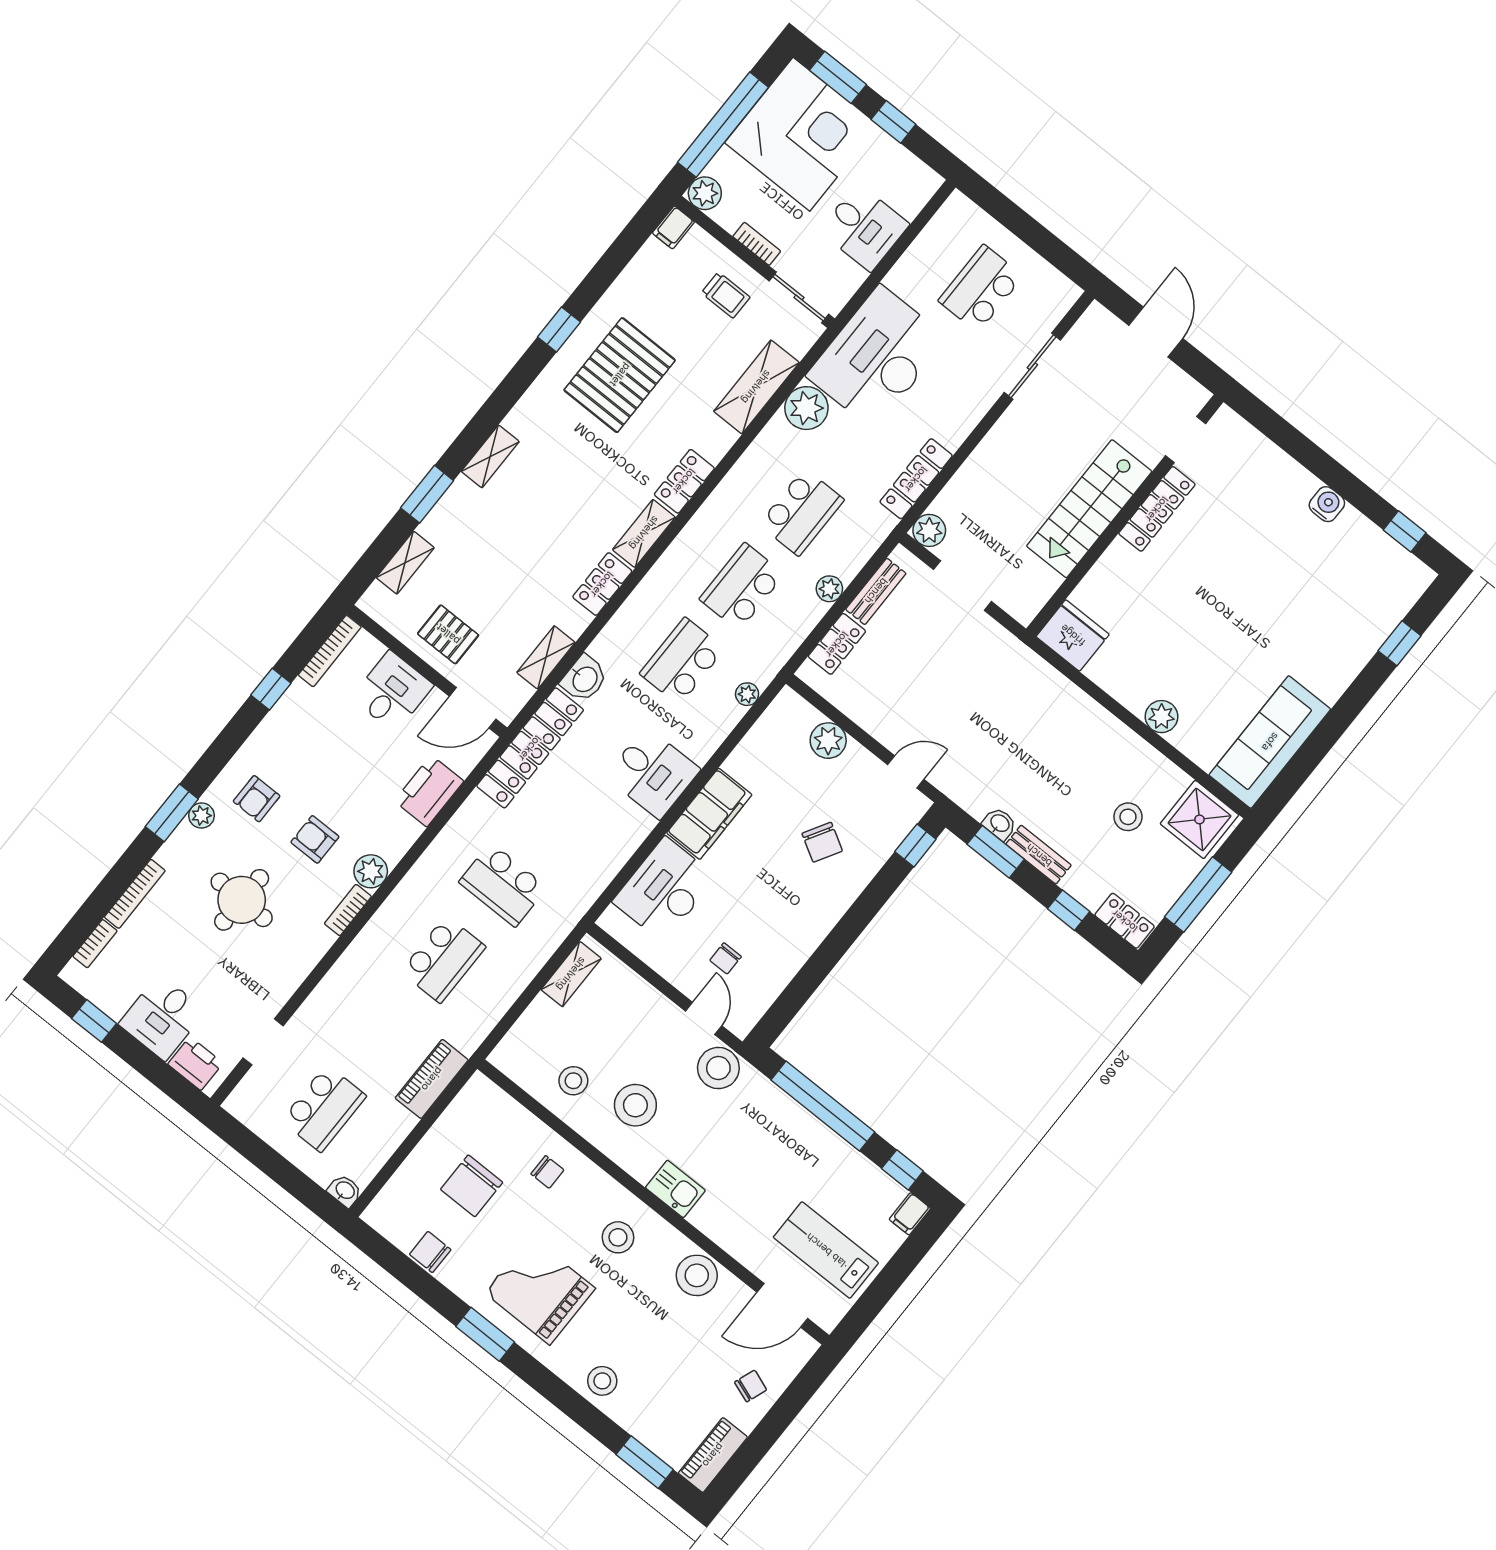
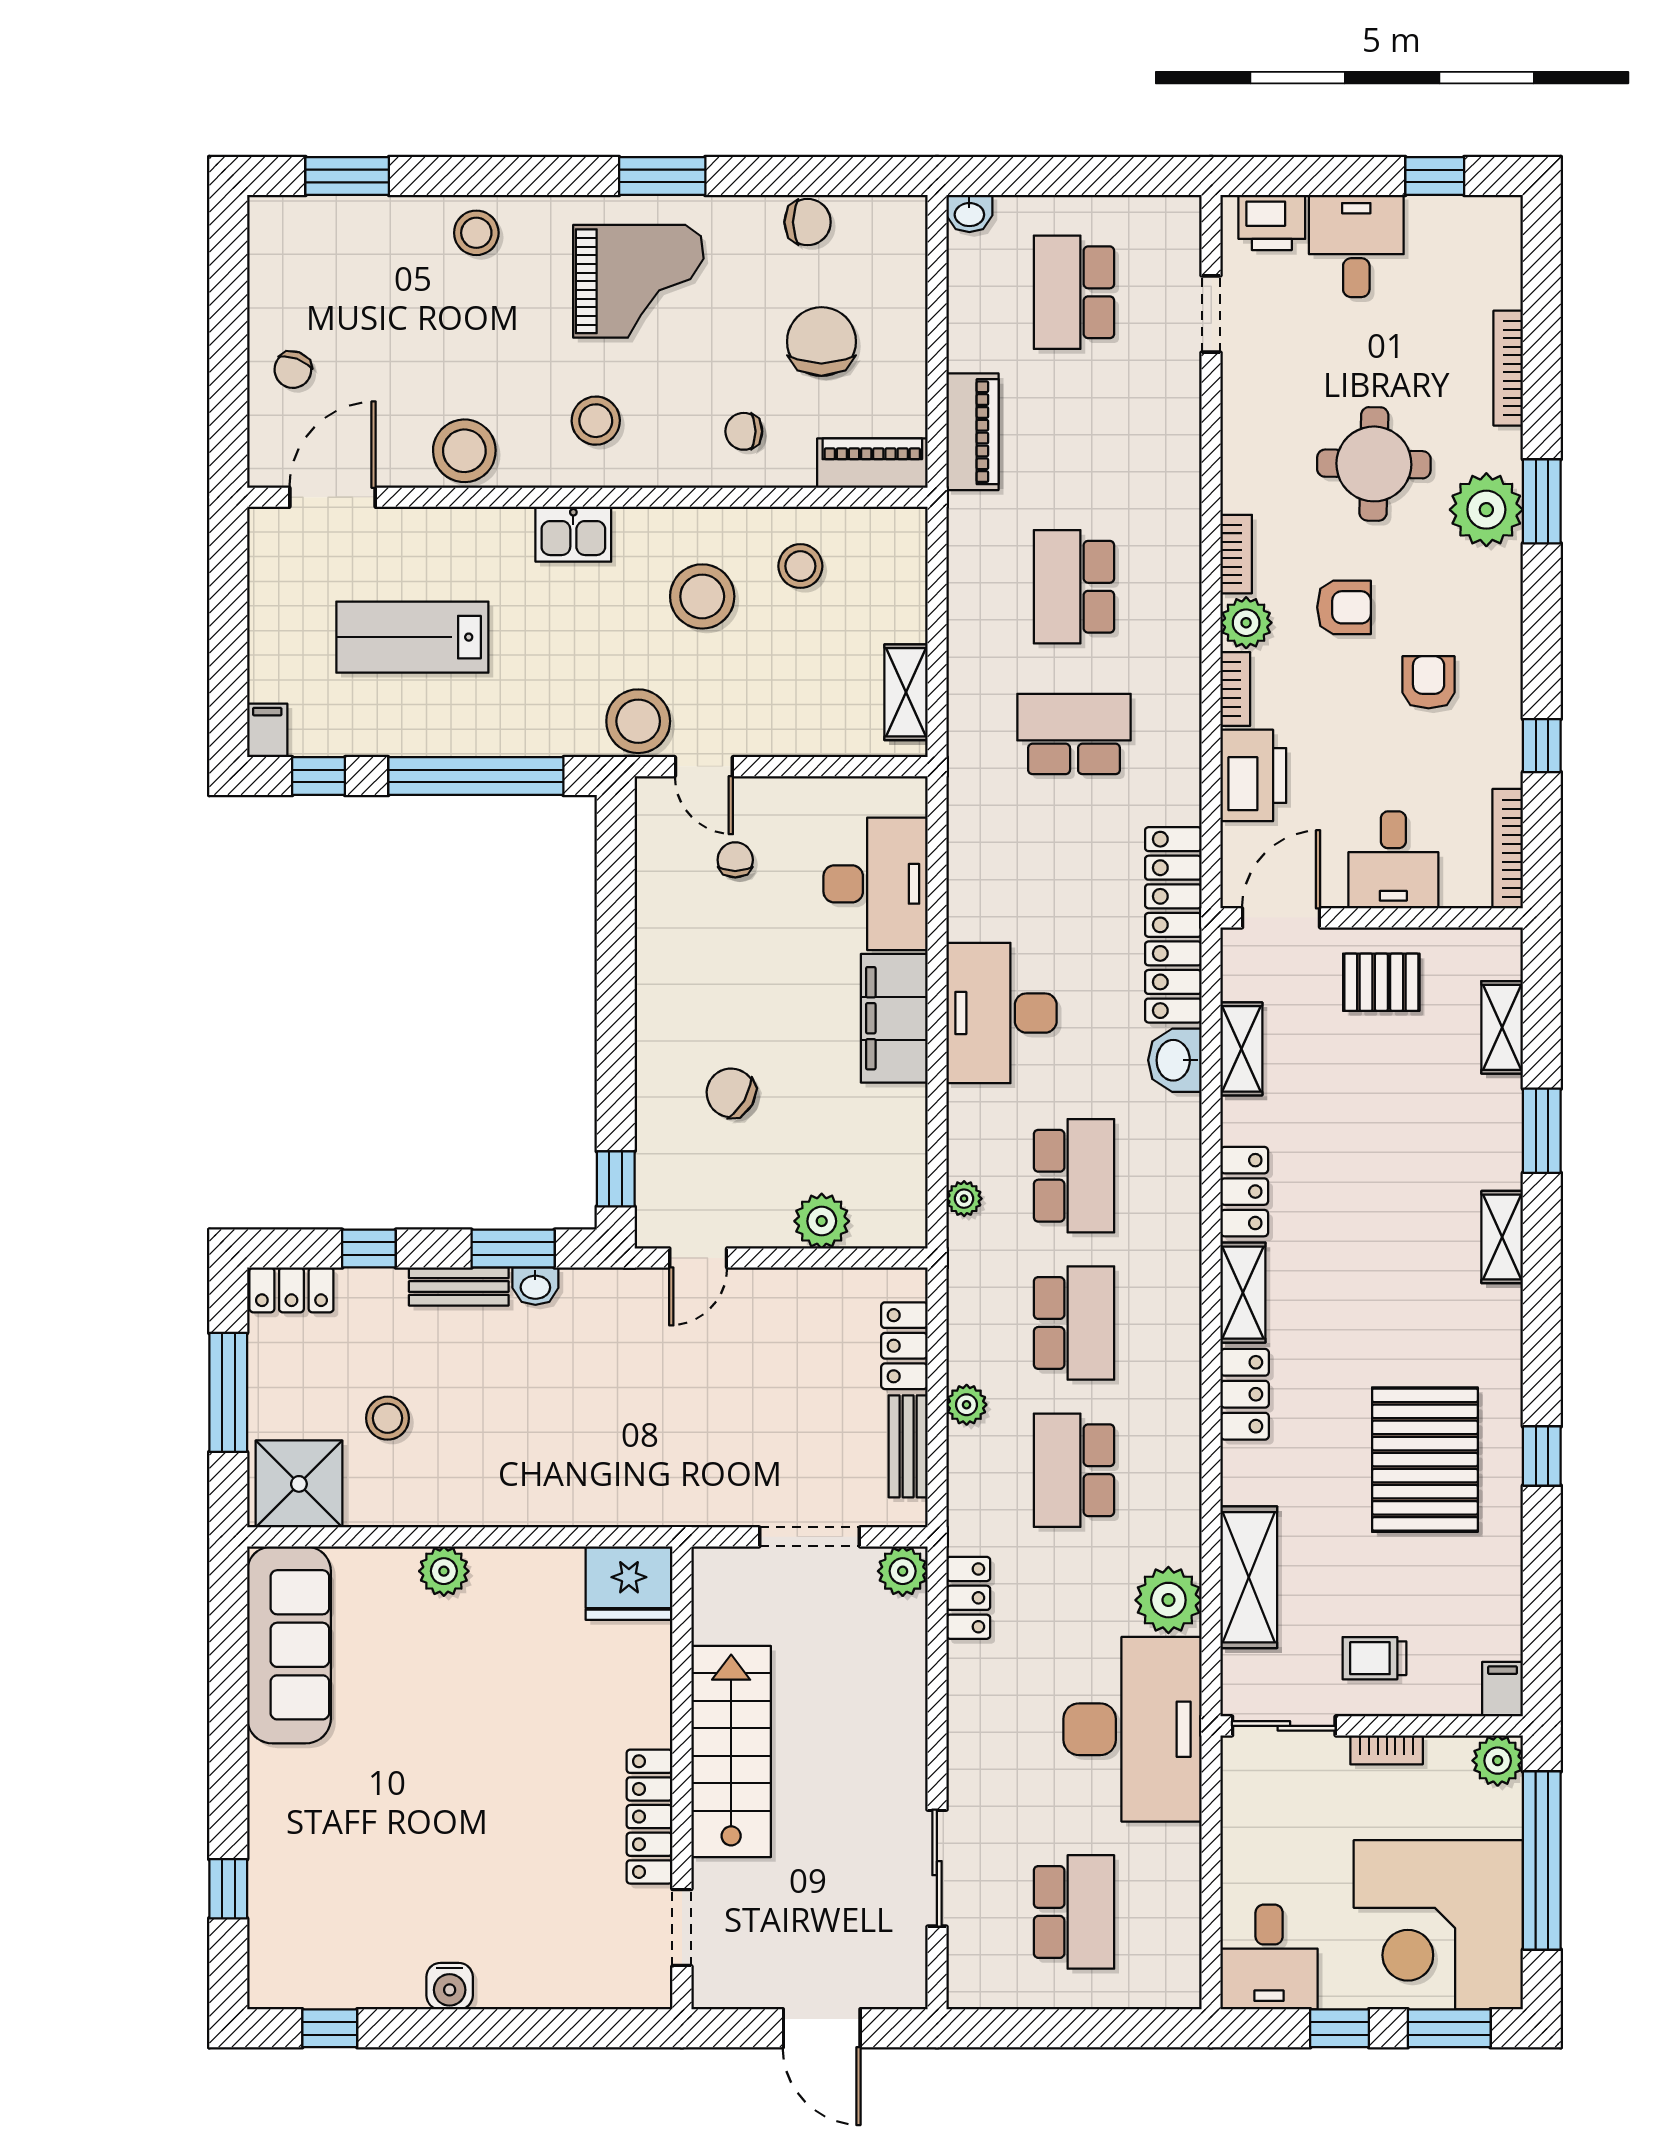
desk: (864, 227) -> (1269, 1957), moved, turned -90
locker: (916, 479) -> (968, 1598), width x0.66
desk: (653, 773) -> (1002, 1013), width x1.37
armchair: (257, 799) -> (1429, 682), moved
plant: (202, 816) -> (1486, 510), width x1.88, depth x1.88
bookcase: (95, 944) -> (1235, 689), moved, turned 180
lab bench: (826, 1250) -> (412, 637), moved, turned 180
piano: (713, 1455) -> (872, 463), moved, turned -90

